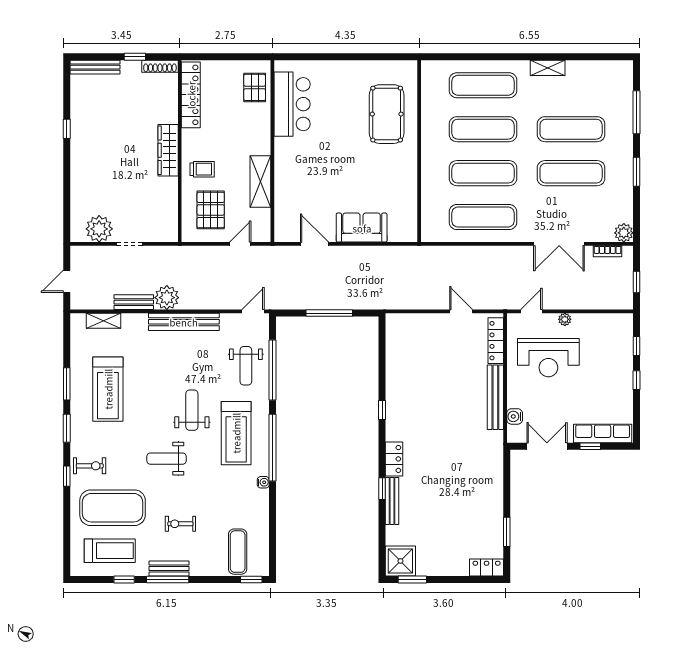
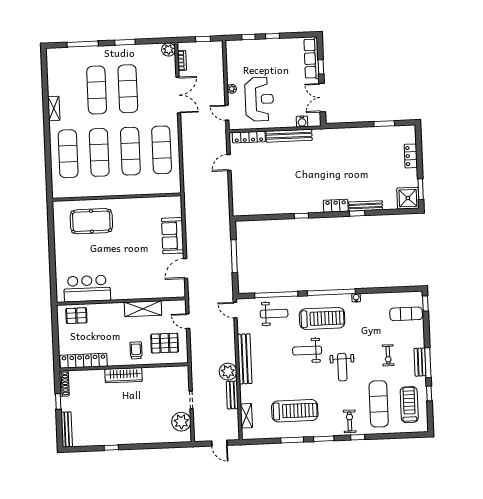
exercise mat: (113, 508) -> (379, 404), width x0.68
locker: (487, 567) -> (411, 156), moved

